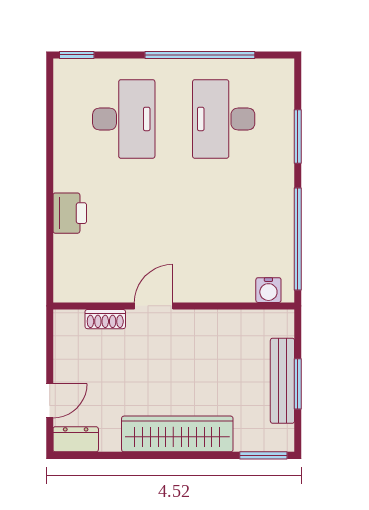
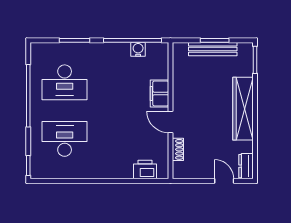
printer: (70, 213) -> (145, 169), moved
filing cabinet: (204, 286) -> (159, 93), added
water cooler: (268, 290) -> (138, 49), moved, turned -90

